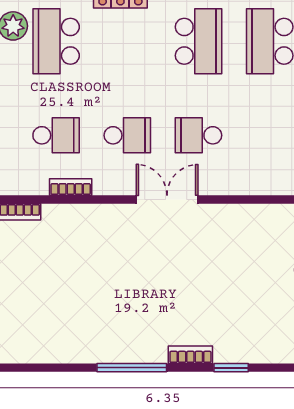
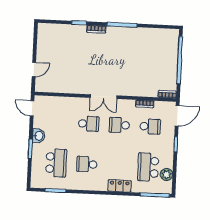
school desk: (56, 41) -> (148, 167), turned 180
school desk: (198, 41) -> (87, 164), width x0.54
school desk: (56, 135) -> (150, 126), turned 180

